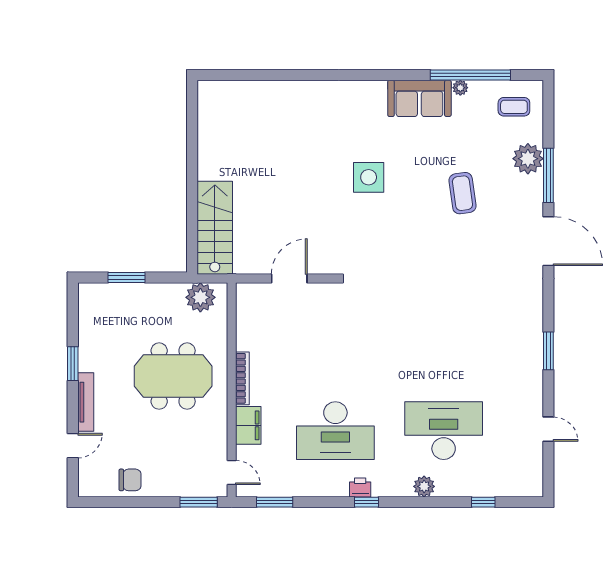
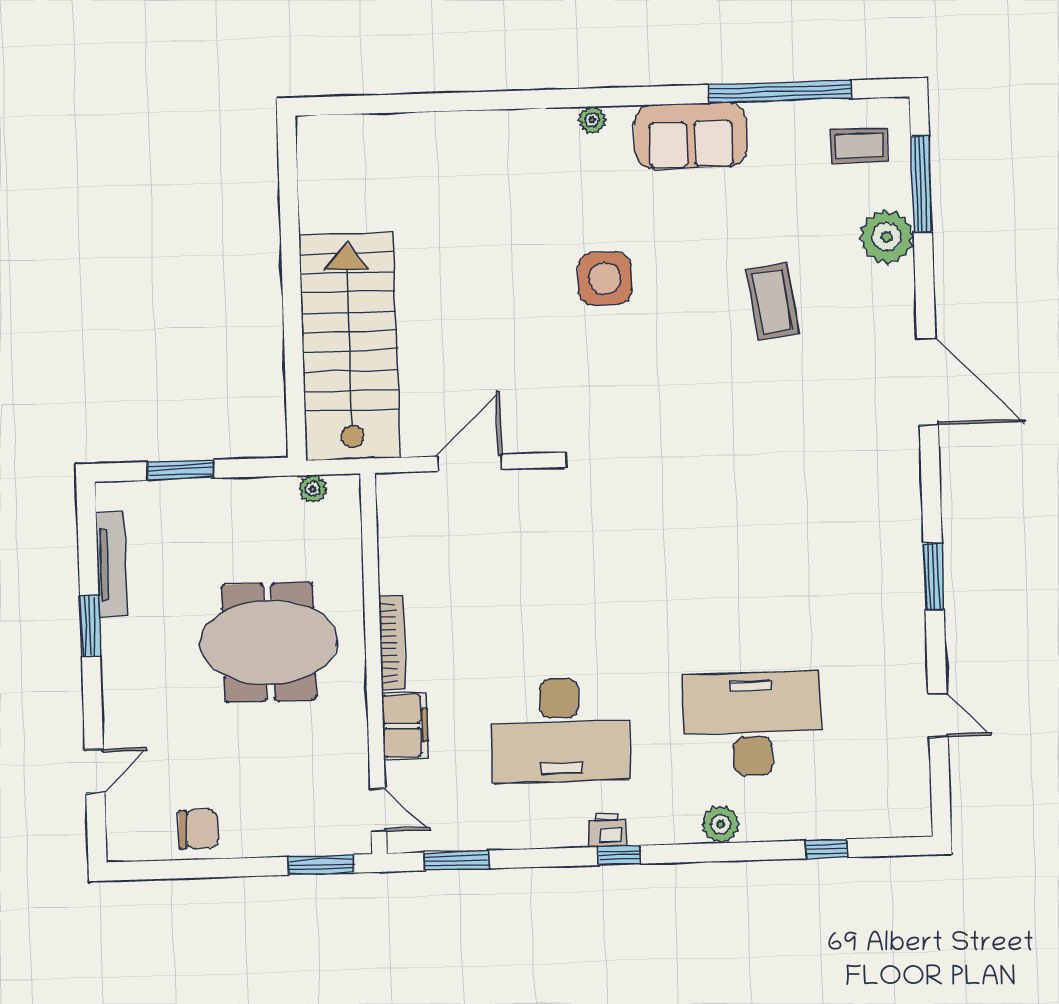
plant: (460, 88) -> (592, 120), moved
window: (548, 175) -> (921, 184), moved
stairs: (215, 228) -> (350, 346), width x1.36, depth x1.51
plant: (200, 297) -> (313, 489), width x0.53, depth x0.53
tv unit: (86, 402) -> (111, 564), moved

